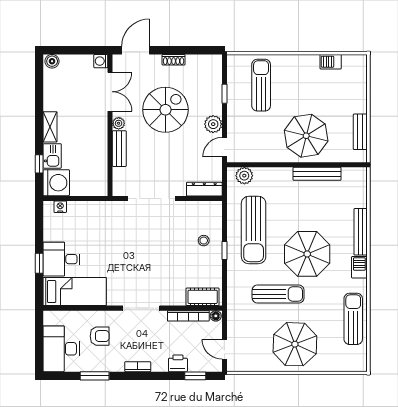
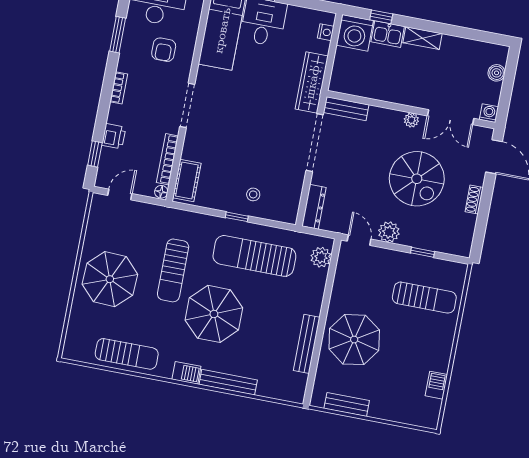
boiler: (52, 61) -> (497, 73), moved
bench: (119, 149) -> (346, 109), moved
wardrobe: (103, 210) -> (312, 82), added

